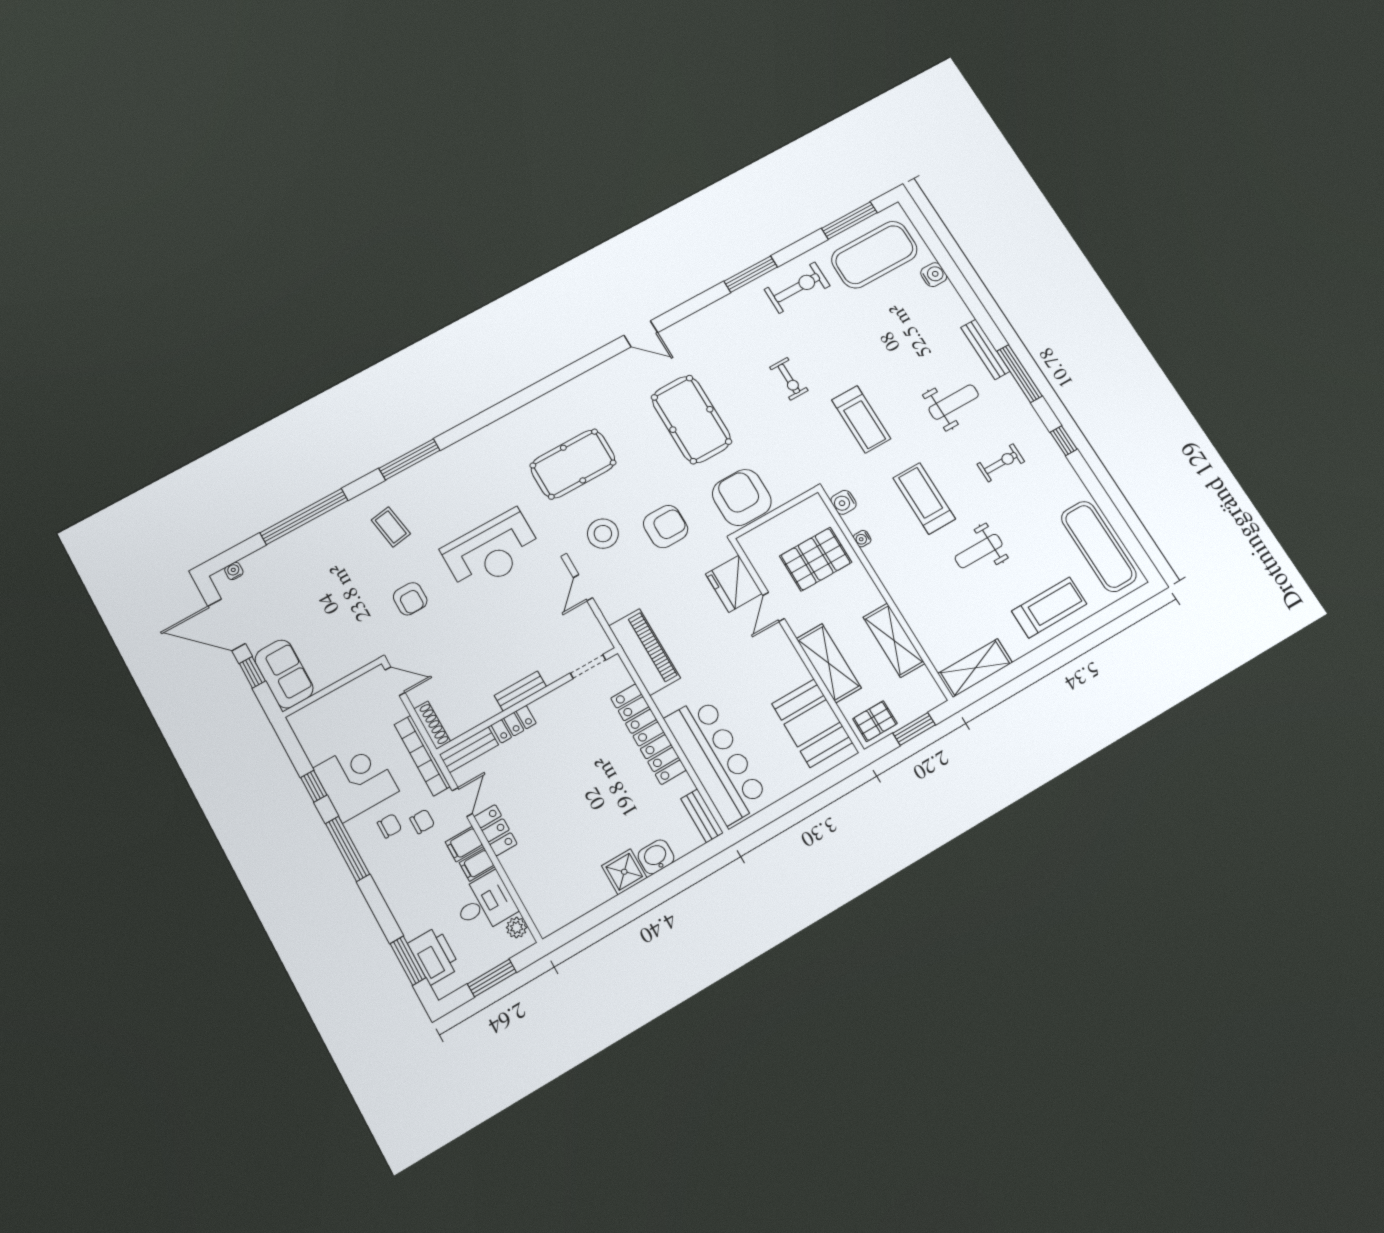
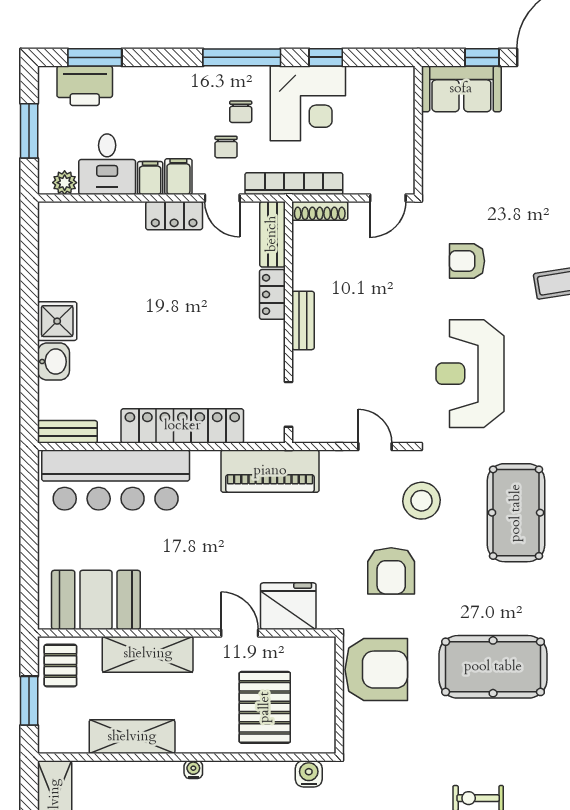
water cooler: (862, 539) -> (193, 770), moved

